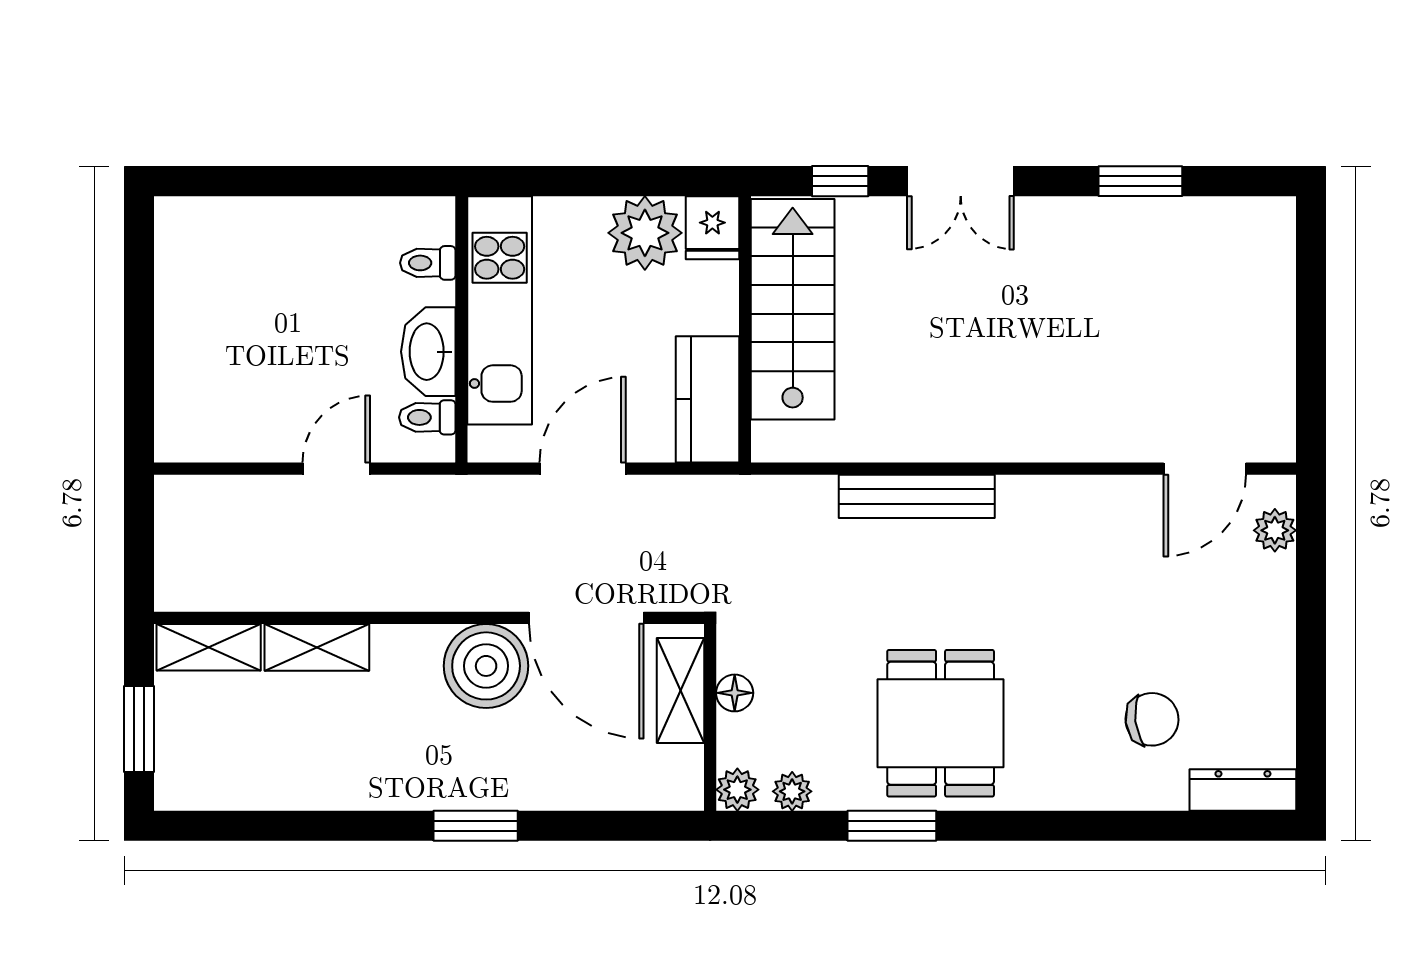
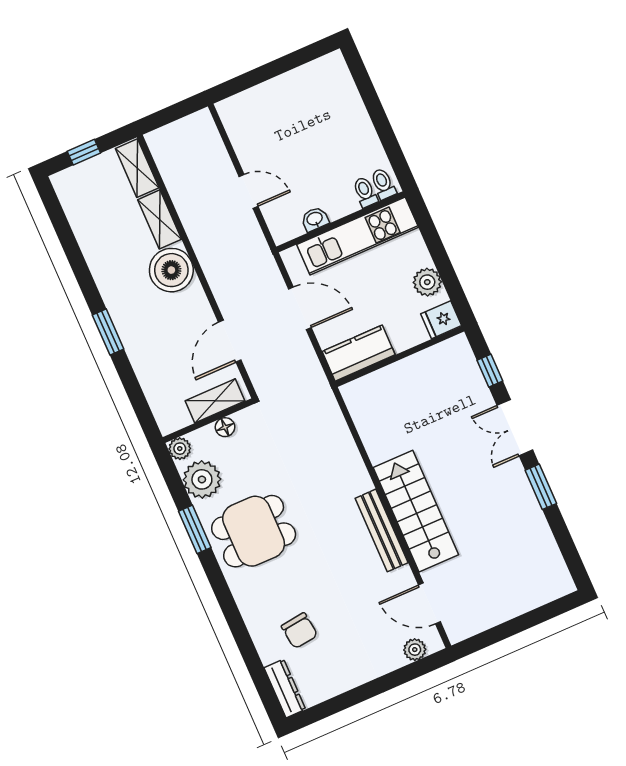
window: (1140, 181) -> (541, 487), moved
plant: (645, 233) -> (427, 282), width x0.73, depth x0.73
stairs: (793, 309) -> (416, 511), moved, turned -90
washbasin: (428, 352) -> (315, 219), width x0.52, depth x0.69
toilet: (427, 417) -> (383, 184), moved
bench: (917, 496) -> (382, 530), moved
door: (586, 618) -> (230, 341), width x0.73
boiler: (486, 666) -> (171, 270), moved
window: (139, 729) -> (84, 152), width x0.67
plant: (792, 791) -> (202, 479), width x1.88, depth x1.88

